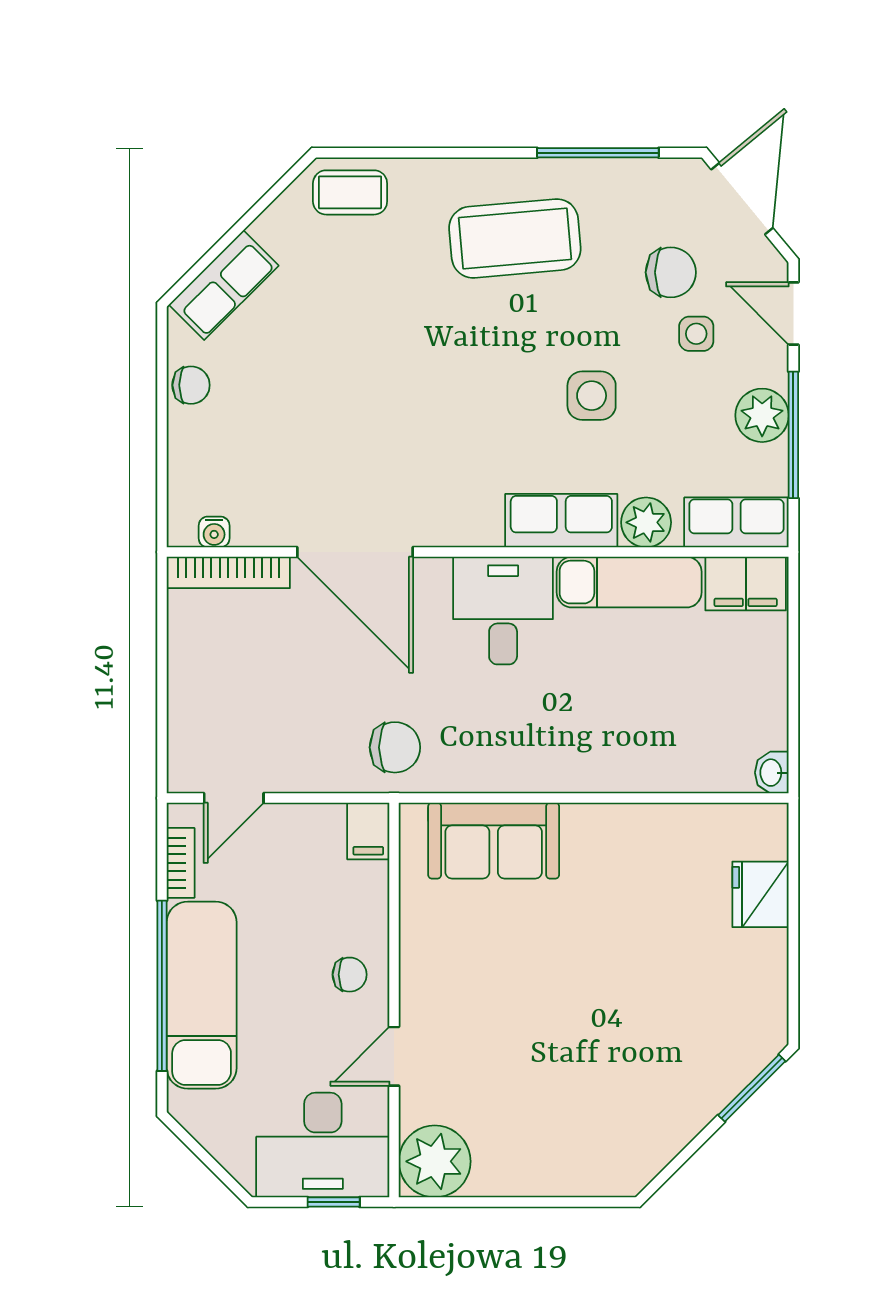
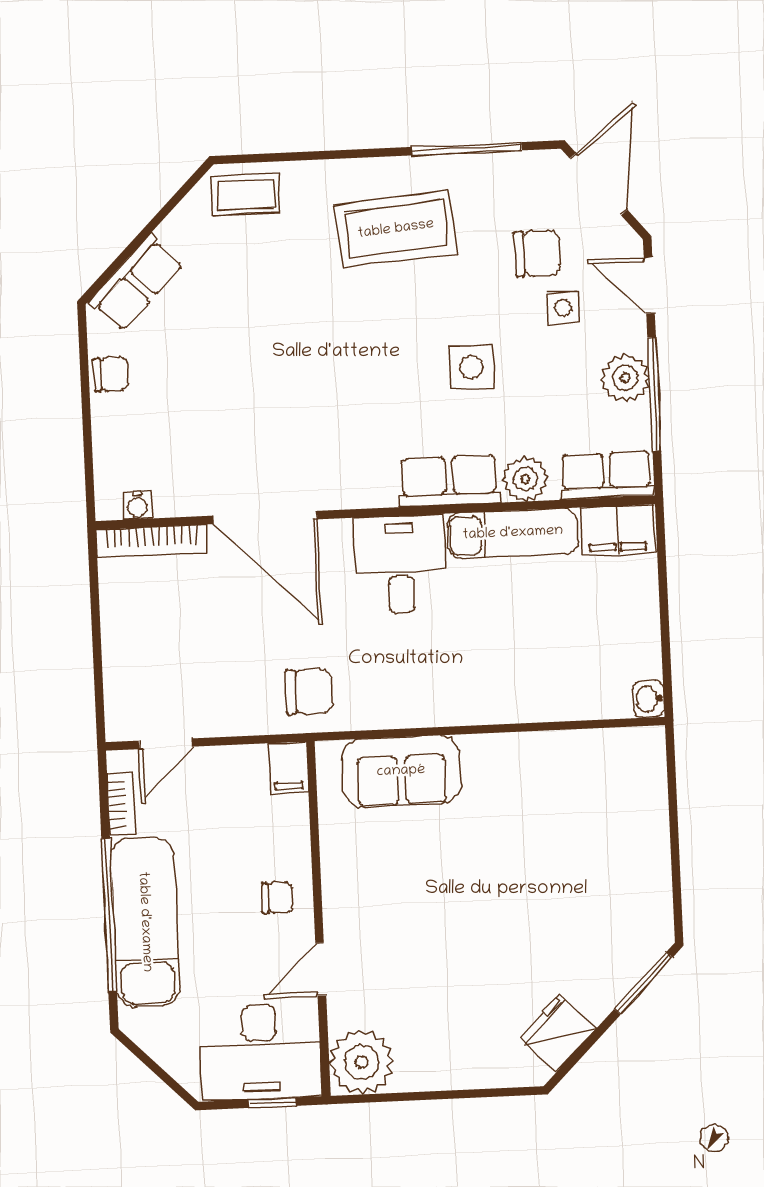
fridge: (760, 894) -> (558, 1033), moved, turned 45

